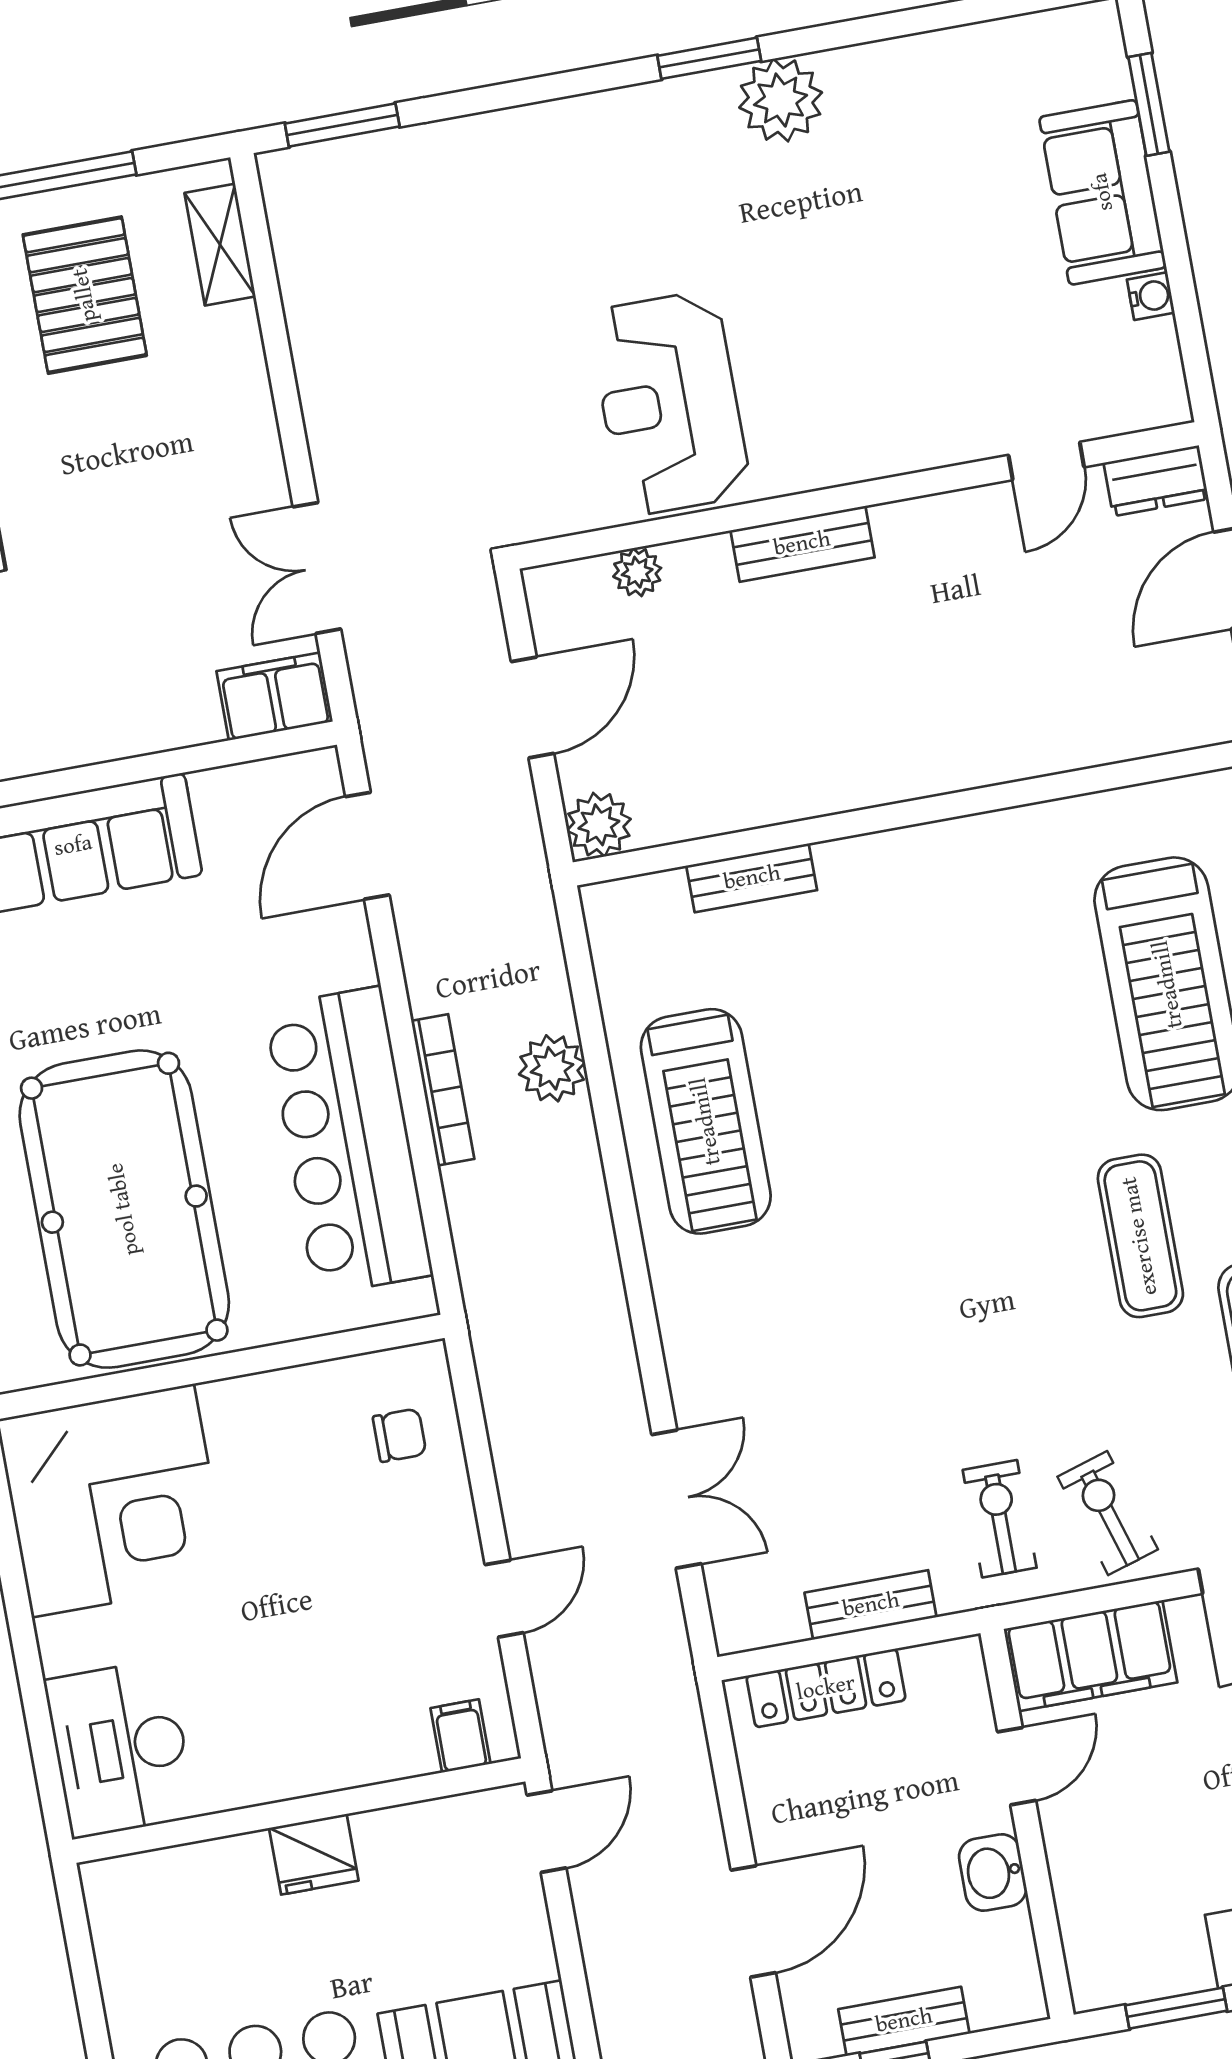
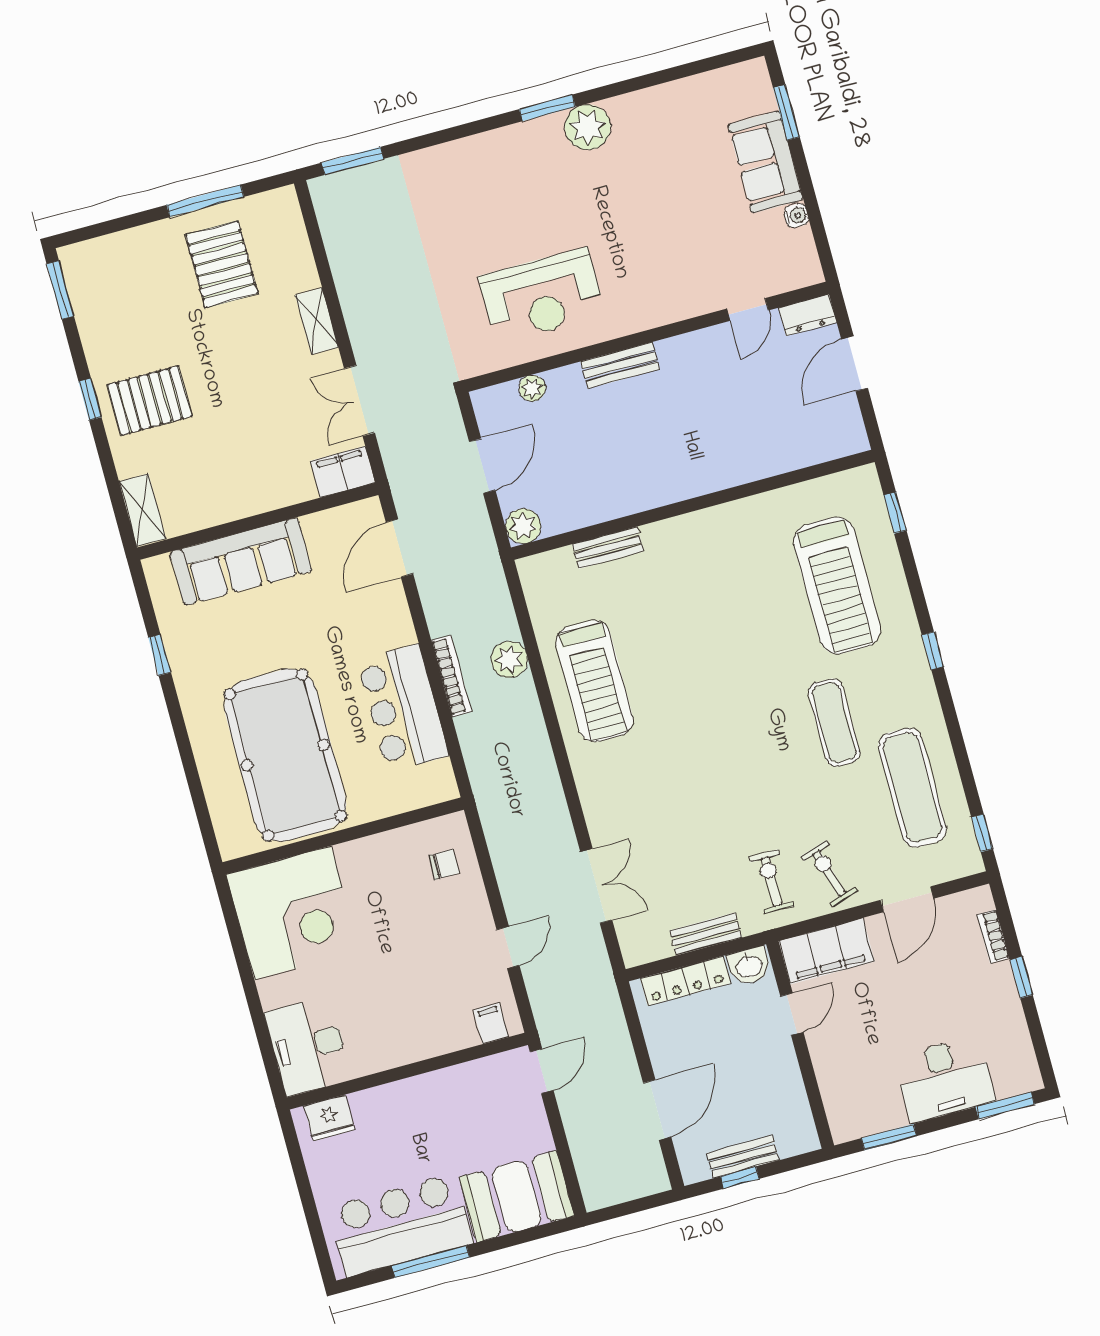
shelving: (220, 245) -> (317, 321), moved
reception desk: (670, 403) -> (542, 296), turned -90
bar counter: (348, 1141) -> (403, 708), width x0.73
fridge: (314, 1854) -> (329, 1118), moved
washbasin: (993, 1873) -> (749, 966), moved, turned -90

